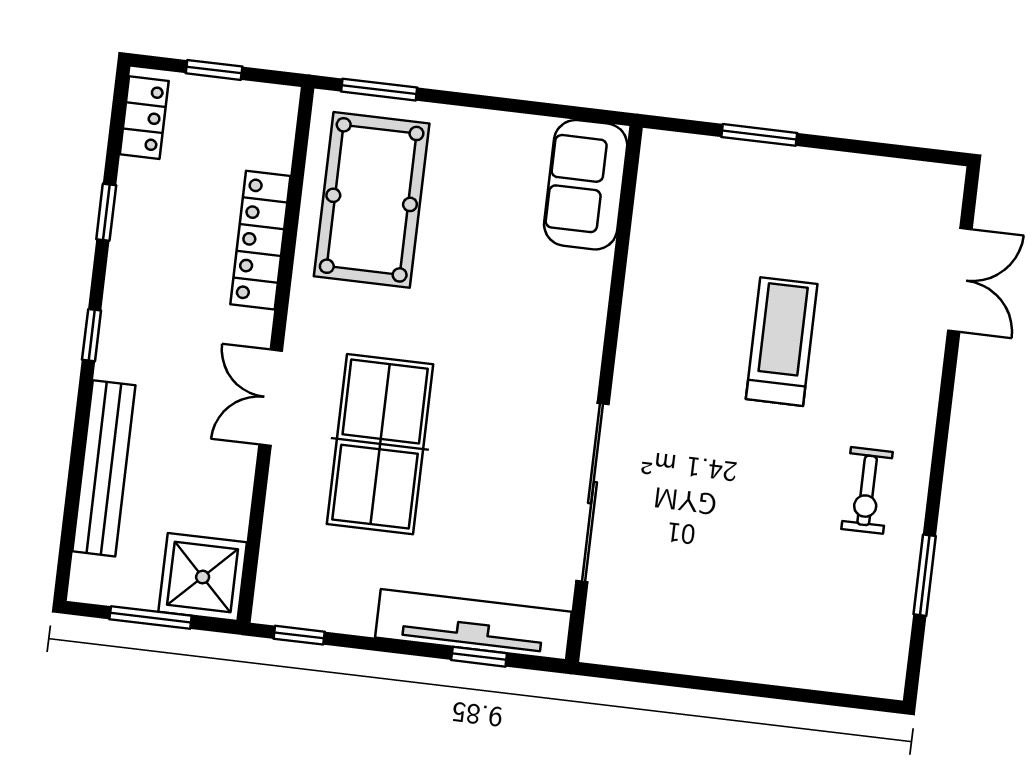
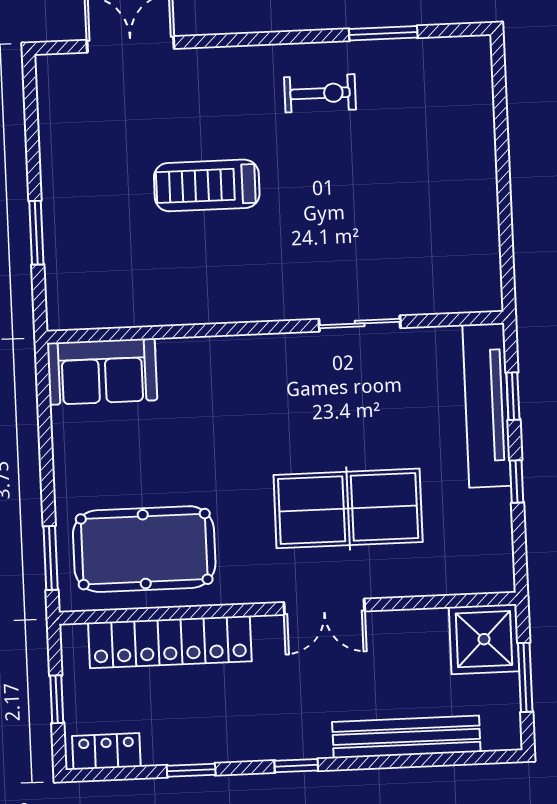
locker: (260, 240) -> (170, 642), width x1.41, depth x1.21
sliding door: (592, 493) -> (360, 323), width x0.54
window: (299, 635) -> (517, 481), moved

